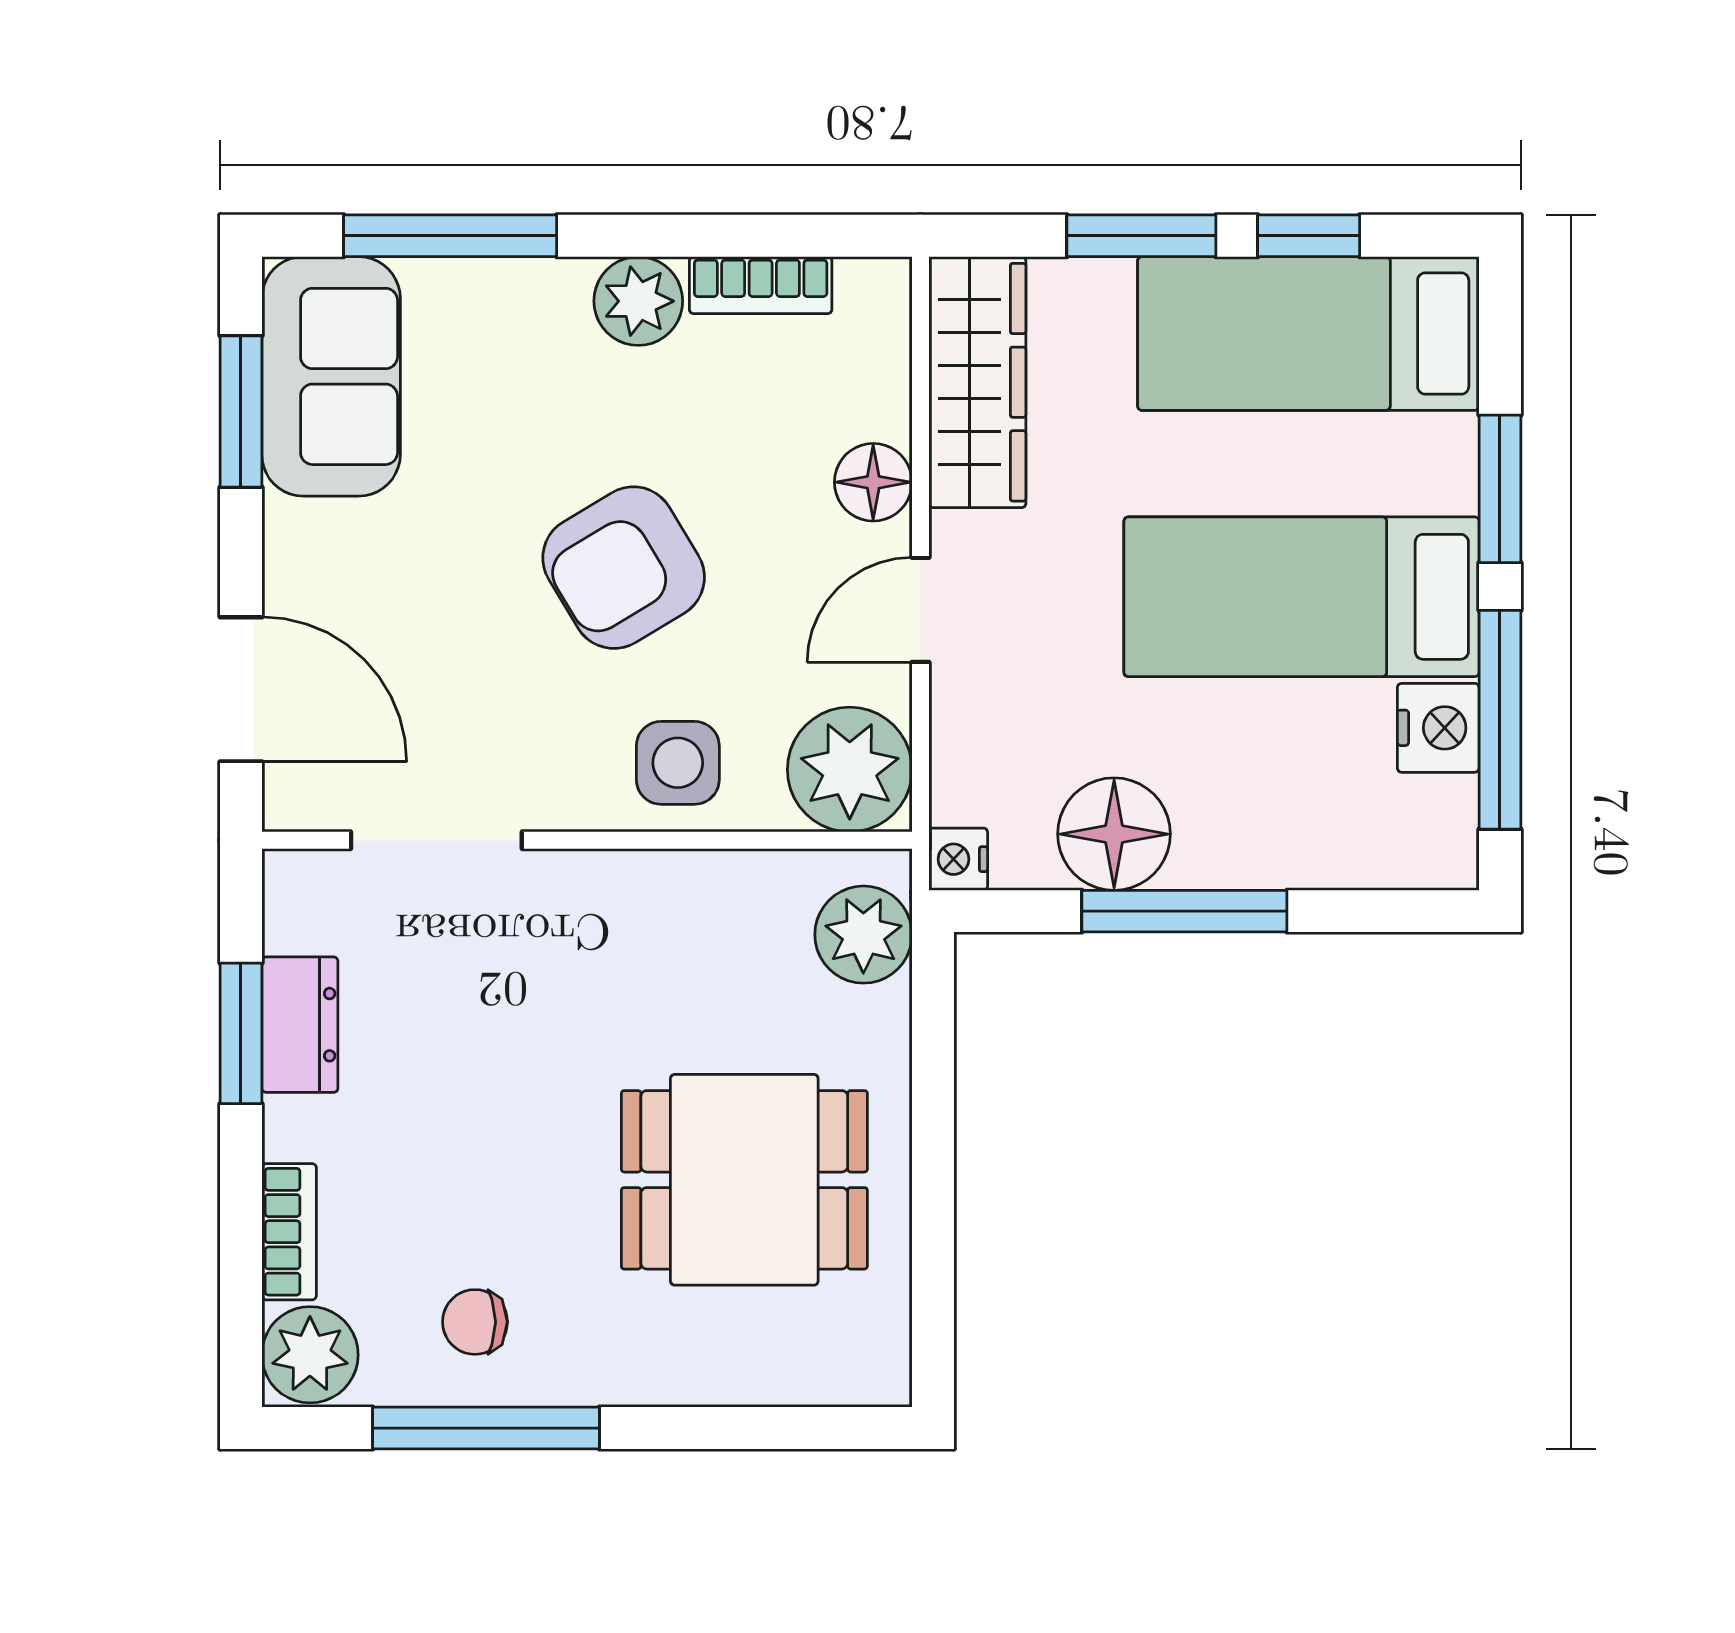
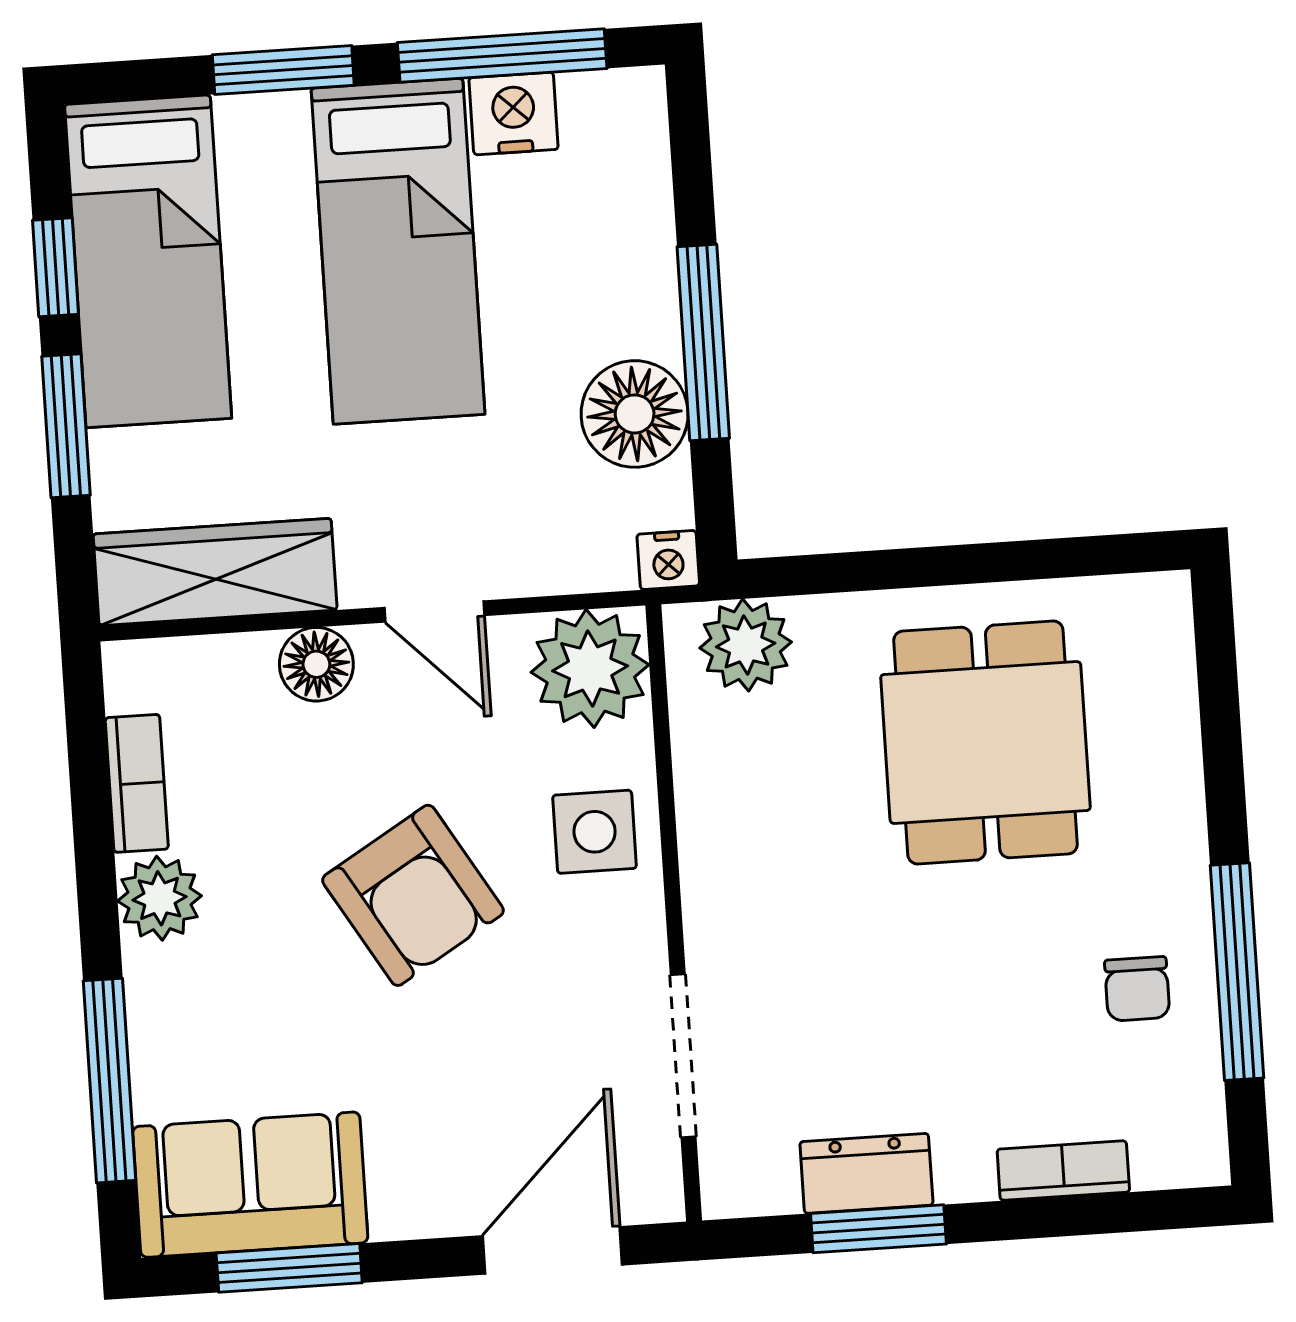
plant: (310, 1355) -> (1179, 1143), removed

